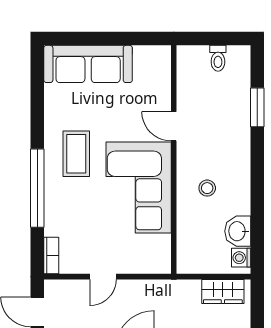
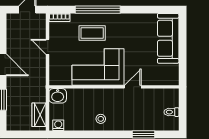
coffee table: (76, 154) -> (92, 33), moved
stool: (207, 188) -> (101, 119), moved
washbasin: (238, 231) -> (58, 96), moved, turned 180

